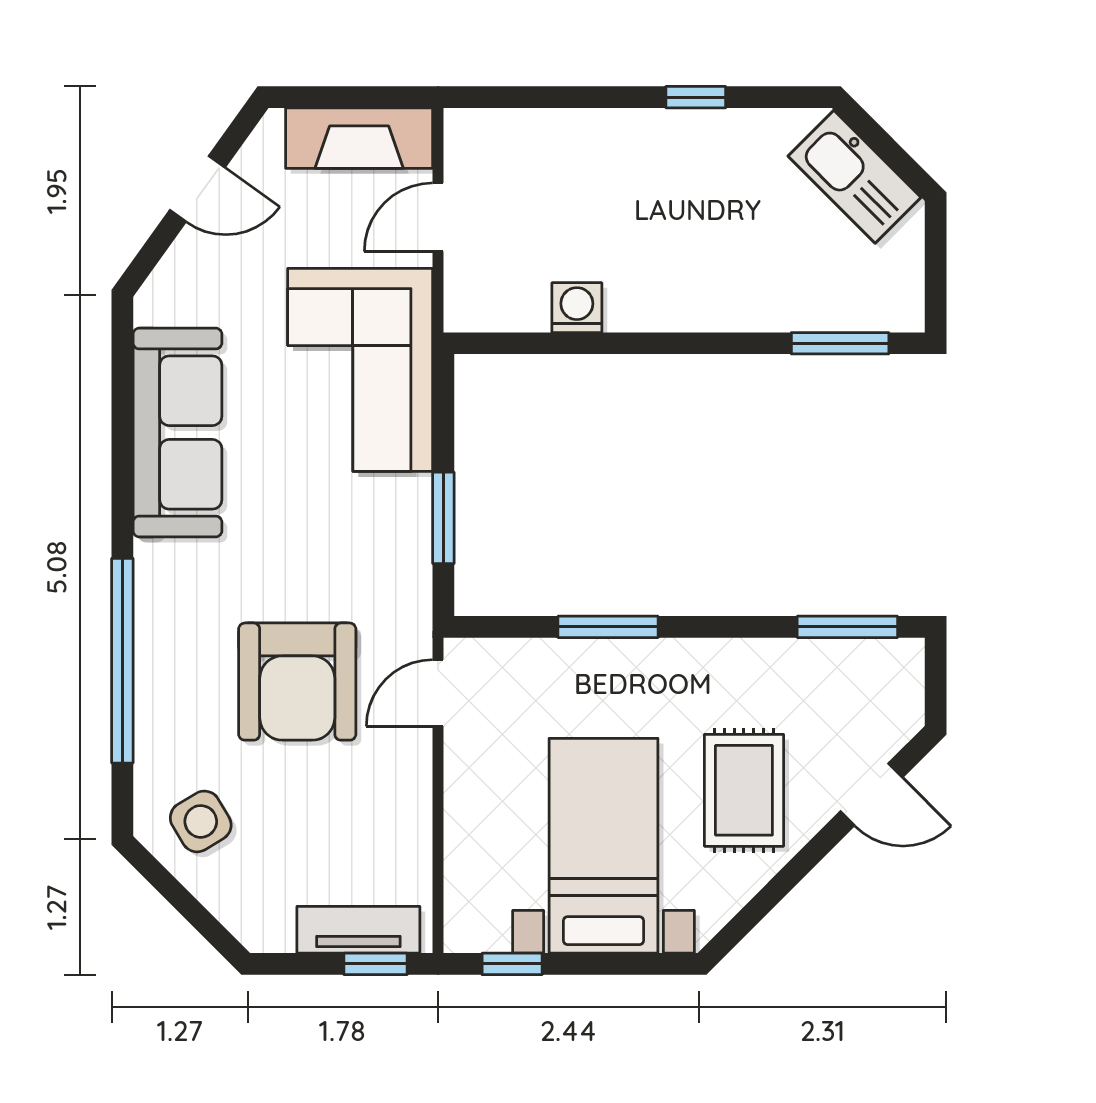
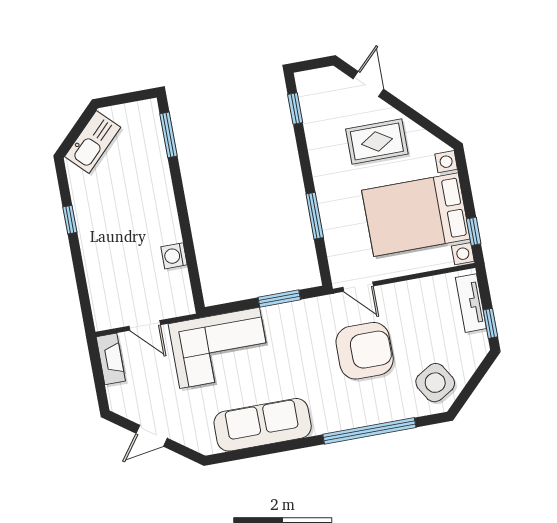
fireplace: (359, 138) -> (111, 359), width x0.73, depth x0.76
door: (197, 189) -> (152, 436), swing flipped
window: (847, 627) -> (295, 108), width x0.67
side table: (201, 821) -> (435, 383), width x1.37, depth x1.37
bed with nightstands: (603, 846) -> (416, 215), width x1.36
window: (375, 964) -> (490, 323), moved

